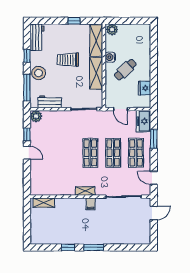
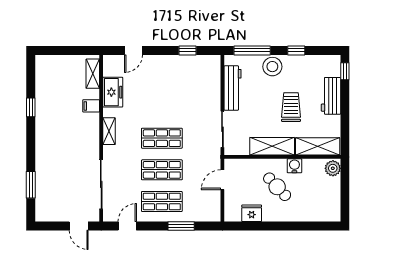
window: (74, 21) -> (345, 71), moved
workbench: (37, 37) -> (331, 96), moved, turned 90
workbench: (50, 102) -> (233, 88), width x1.37
plant: (36, 116) -> (213, 63), removed
freezer: (143, 121) -> (113, 92), moved, turned 90
door: (27, 153) -> (133, 50), moved
filing cabinet: (91, 204) -> (91, 106), moved
window: (94, 247) -> (31, 185), moved

